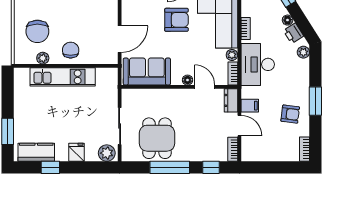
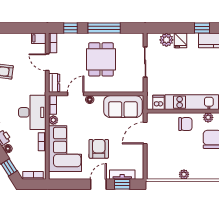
armchair: (176, 20) -> (99, 149), turned 90
chair: (71, 50) -> (185, 124), turned -90
dishwasher: (103, 77) -> (159, 102), added
door: (205, 87) -> (76, 94), swing flipped
filing cabinet: (250, 106) -> (39, 38), moved
dining table: (157, 138) -> (101, 59), moved
plant: (107, 153) -> (166, 40), moved

